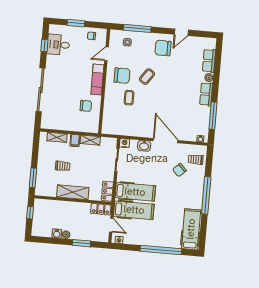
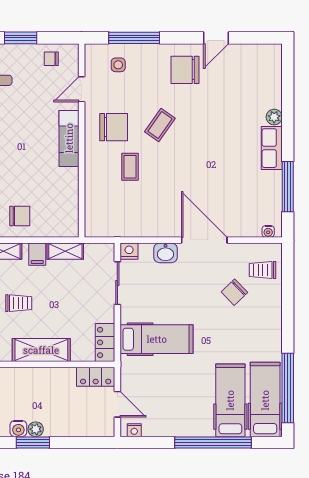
row of seats: (209, 61) -> (272, 86), removed
chair: (86, 106) -> (20, 216), moved
window: (206, 195) -> (288, 388), moved
hospital bed: (134, 210) -> (230, 400), moved, turned -90
window: (81, 243) -> (33, 442), moved

